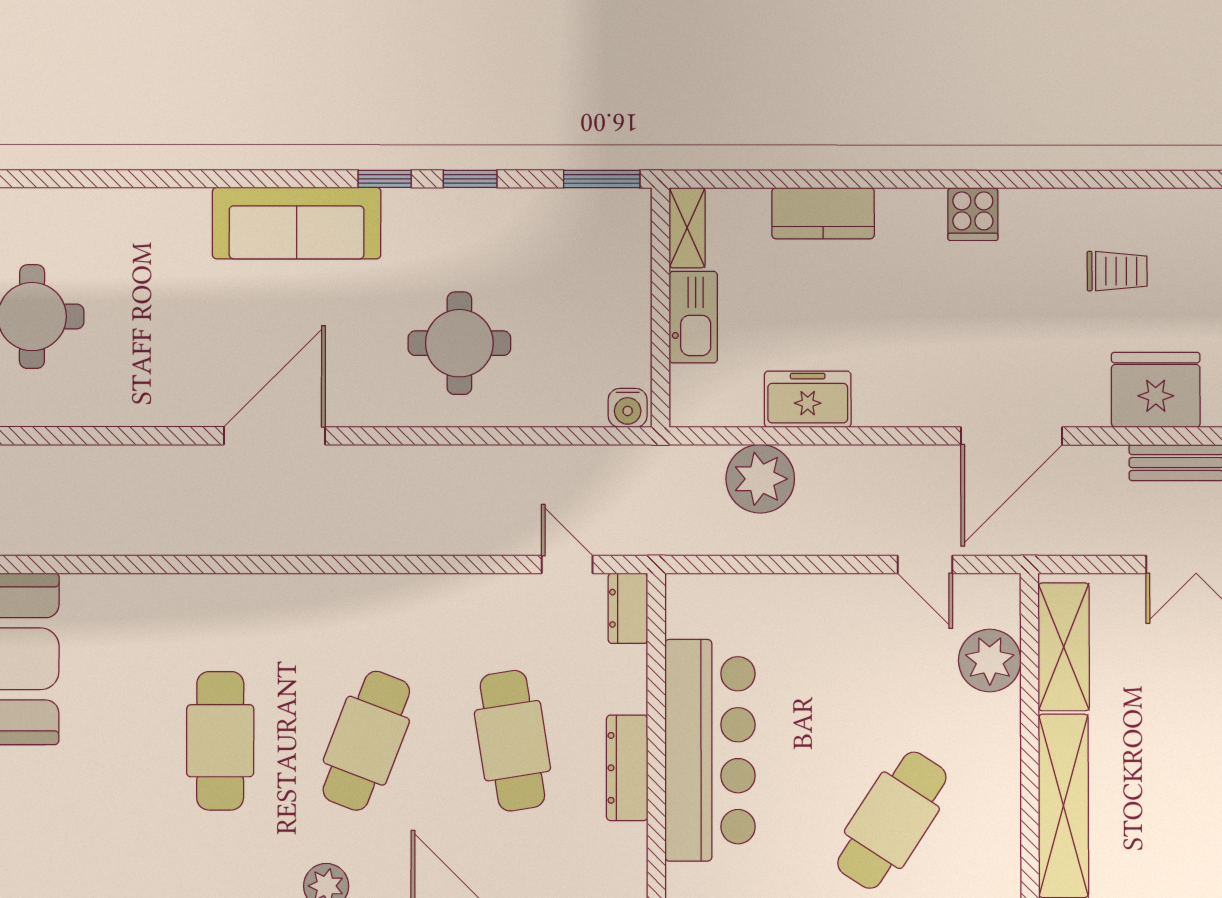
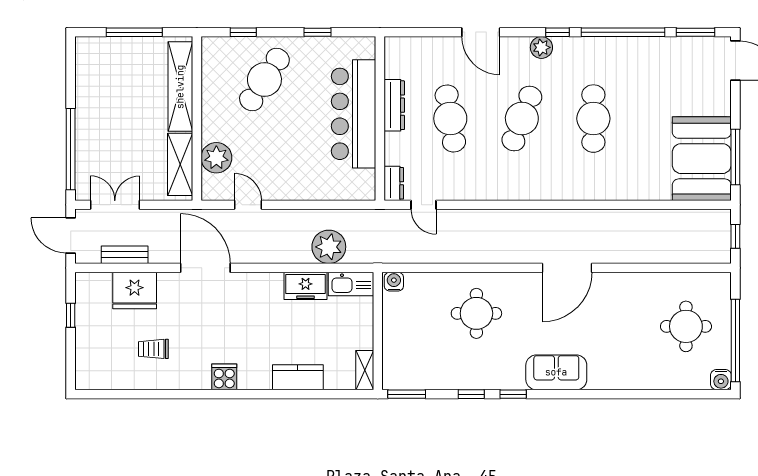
sofa: (297, 223) -> (556, 372), width x0.73
kitchen sink: (693, 317) -> (351, 284), moved, turned -90
door: (1012, 436) -> (205, 268), hinge flipped

